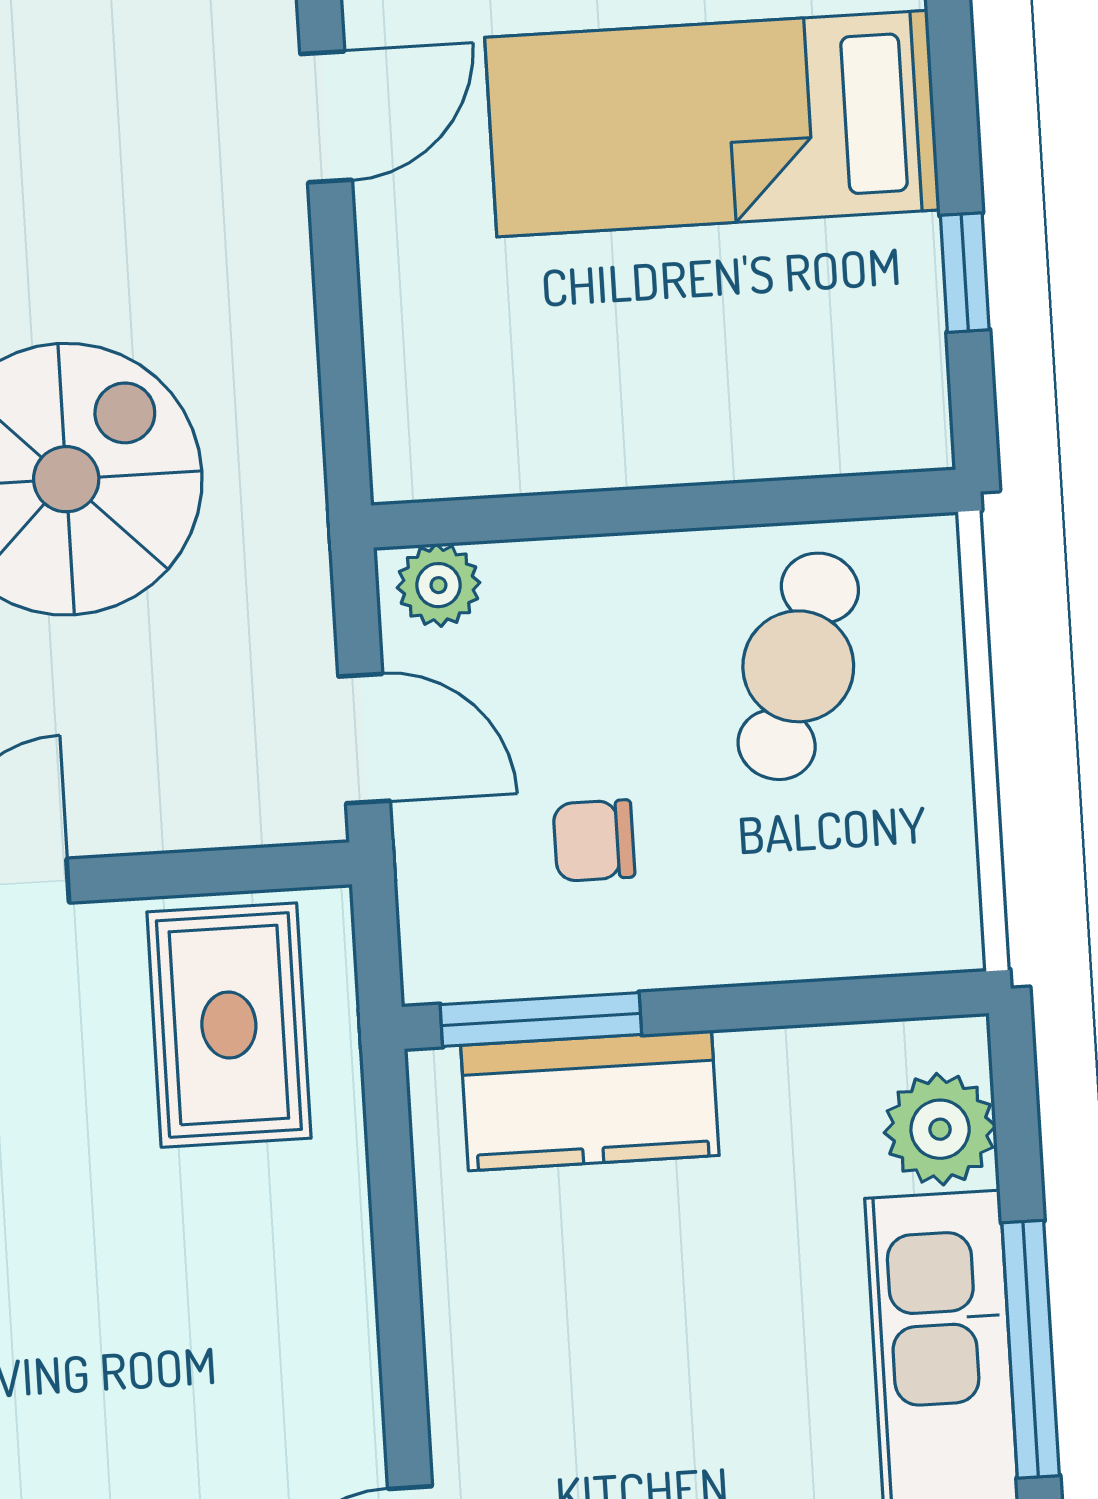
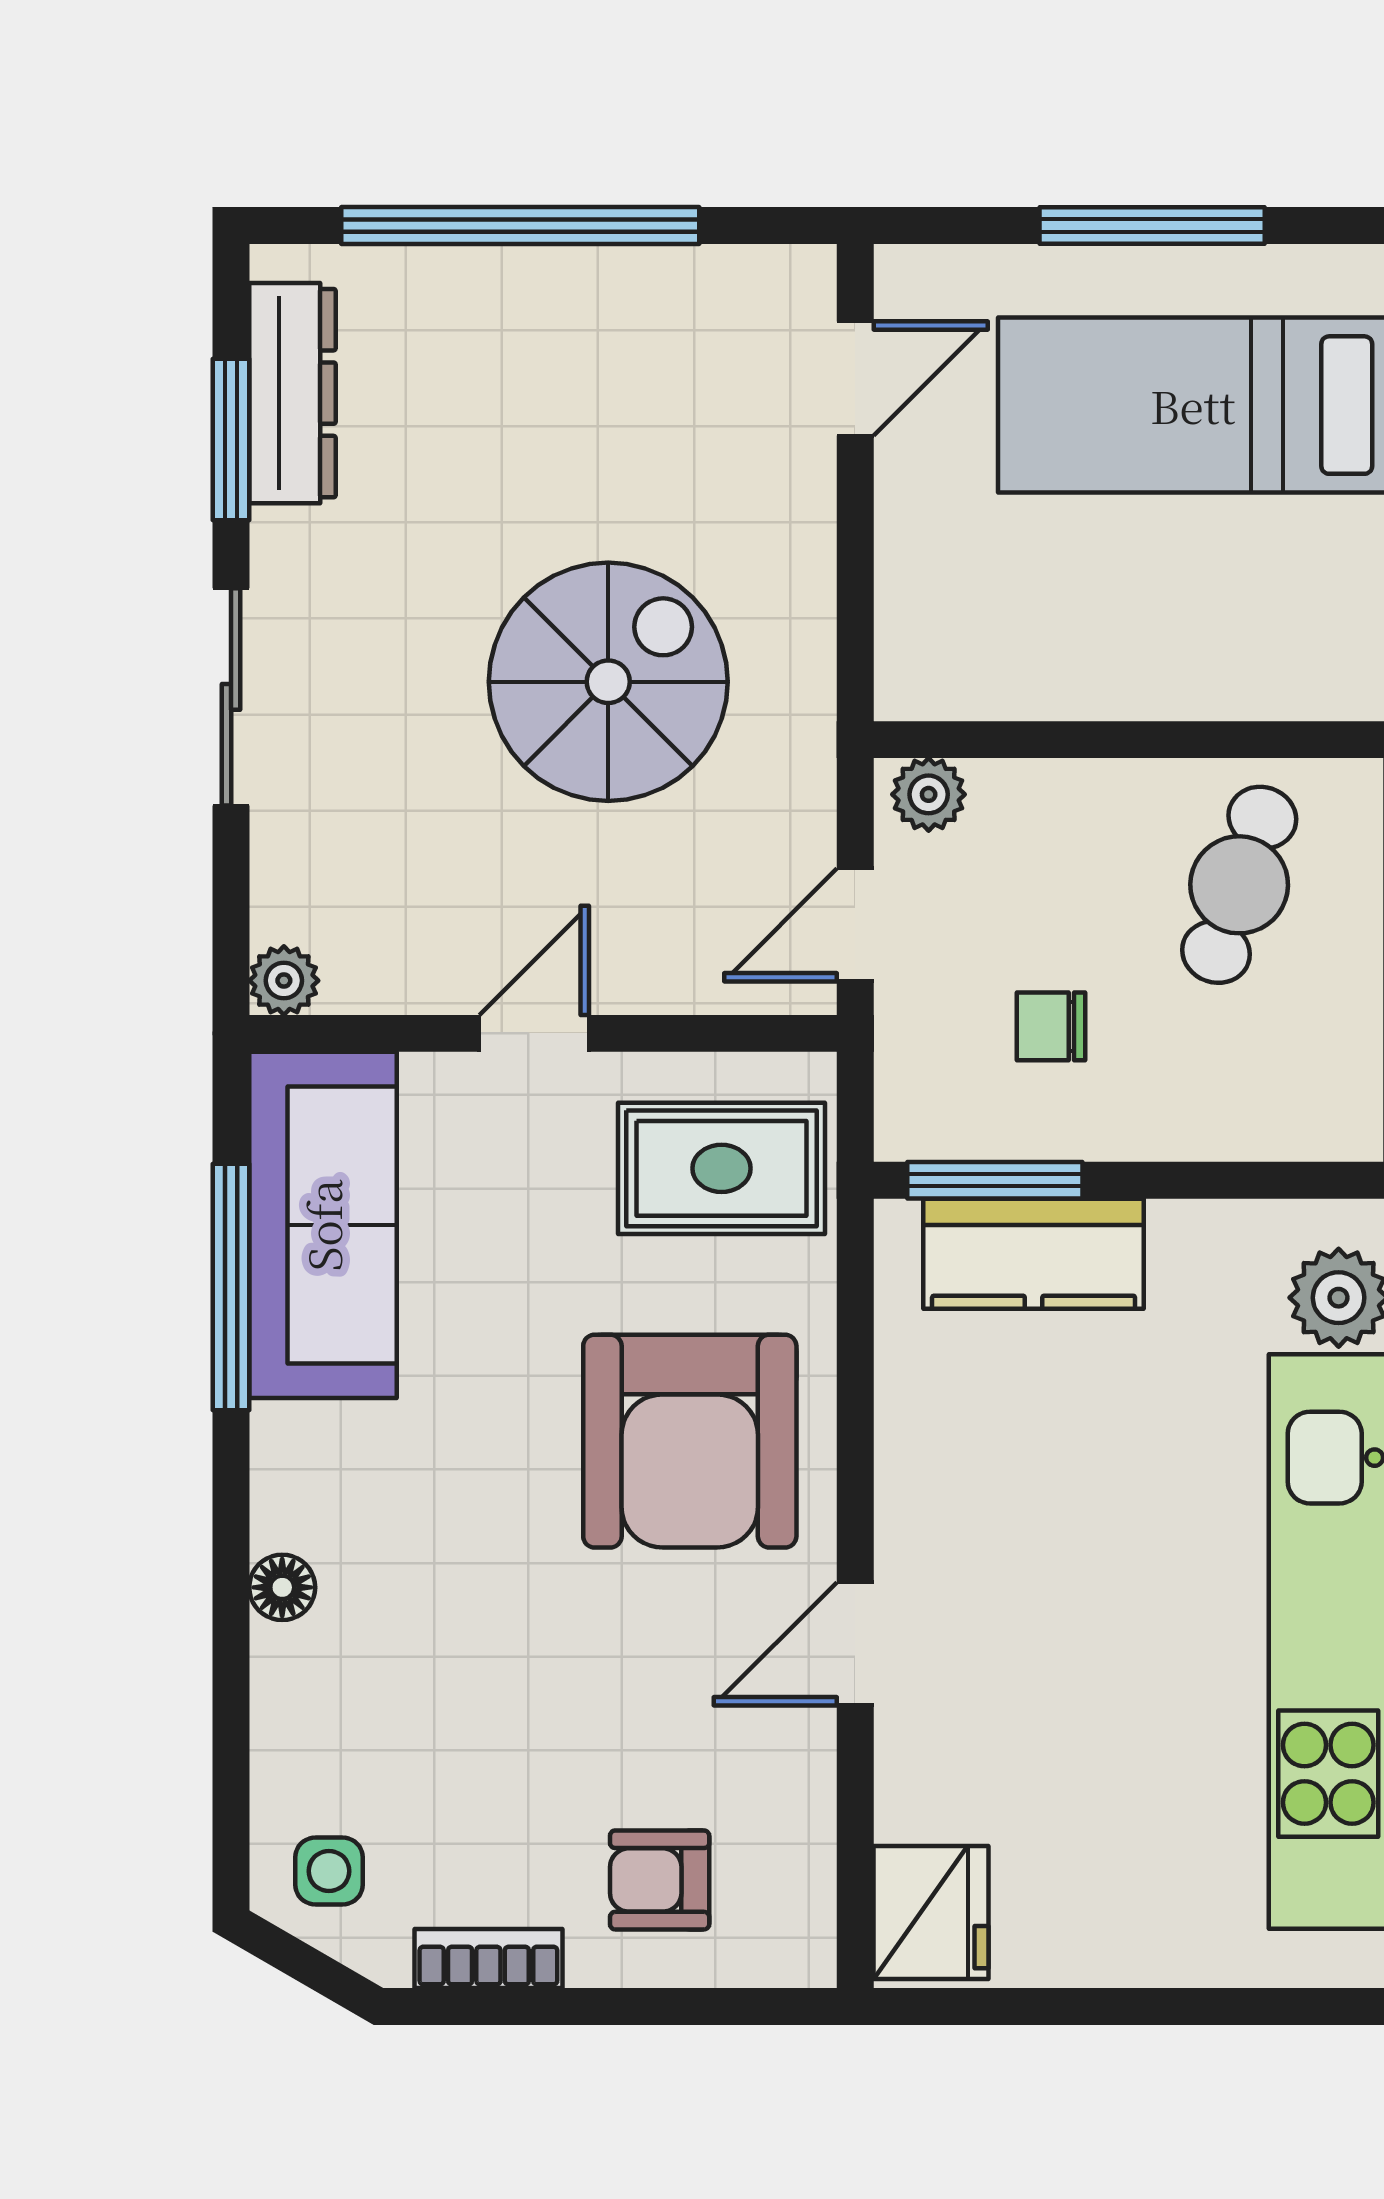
door: (364, 739) -> (855, 925), swing flipped
rug: (229, 1025) -> (721, 1168), turned 90
armchair: (212, 1338) -> (690, 1441), added

